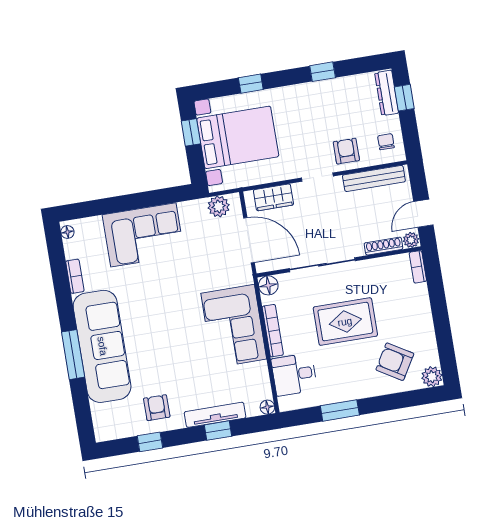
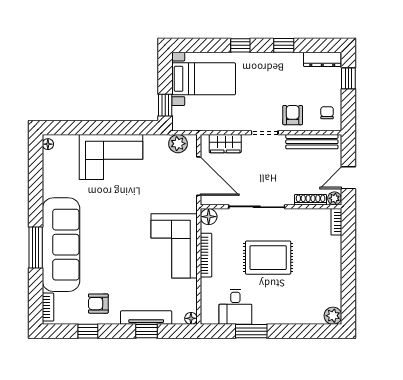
window: (251, 84) -> (240, 45), moved
dresser: (387, 93) -> (322, 59), moved, turned -90
window: (191, 132) -> (165, 105), moved
bed with nightstands: (238, 137) -> (204, 79), width x0.73
bookcase: (75, 276) -> (48, 307), moved
armchair: (395, 362) -> (304, 298), removed
desk: (294, 374) -> (235, 307), moved, turned -90
armchair: (157, 408) -> (98, 304), turned -90

